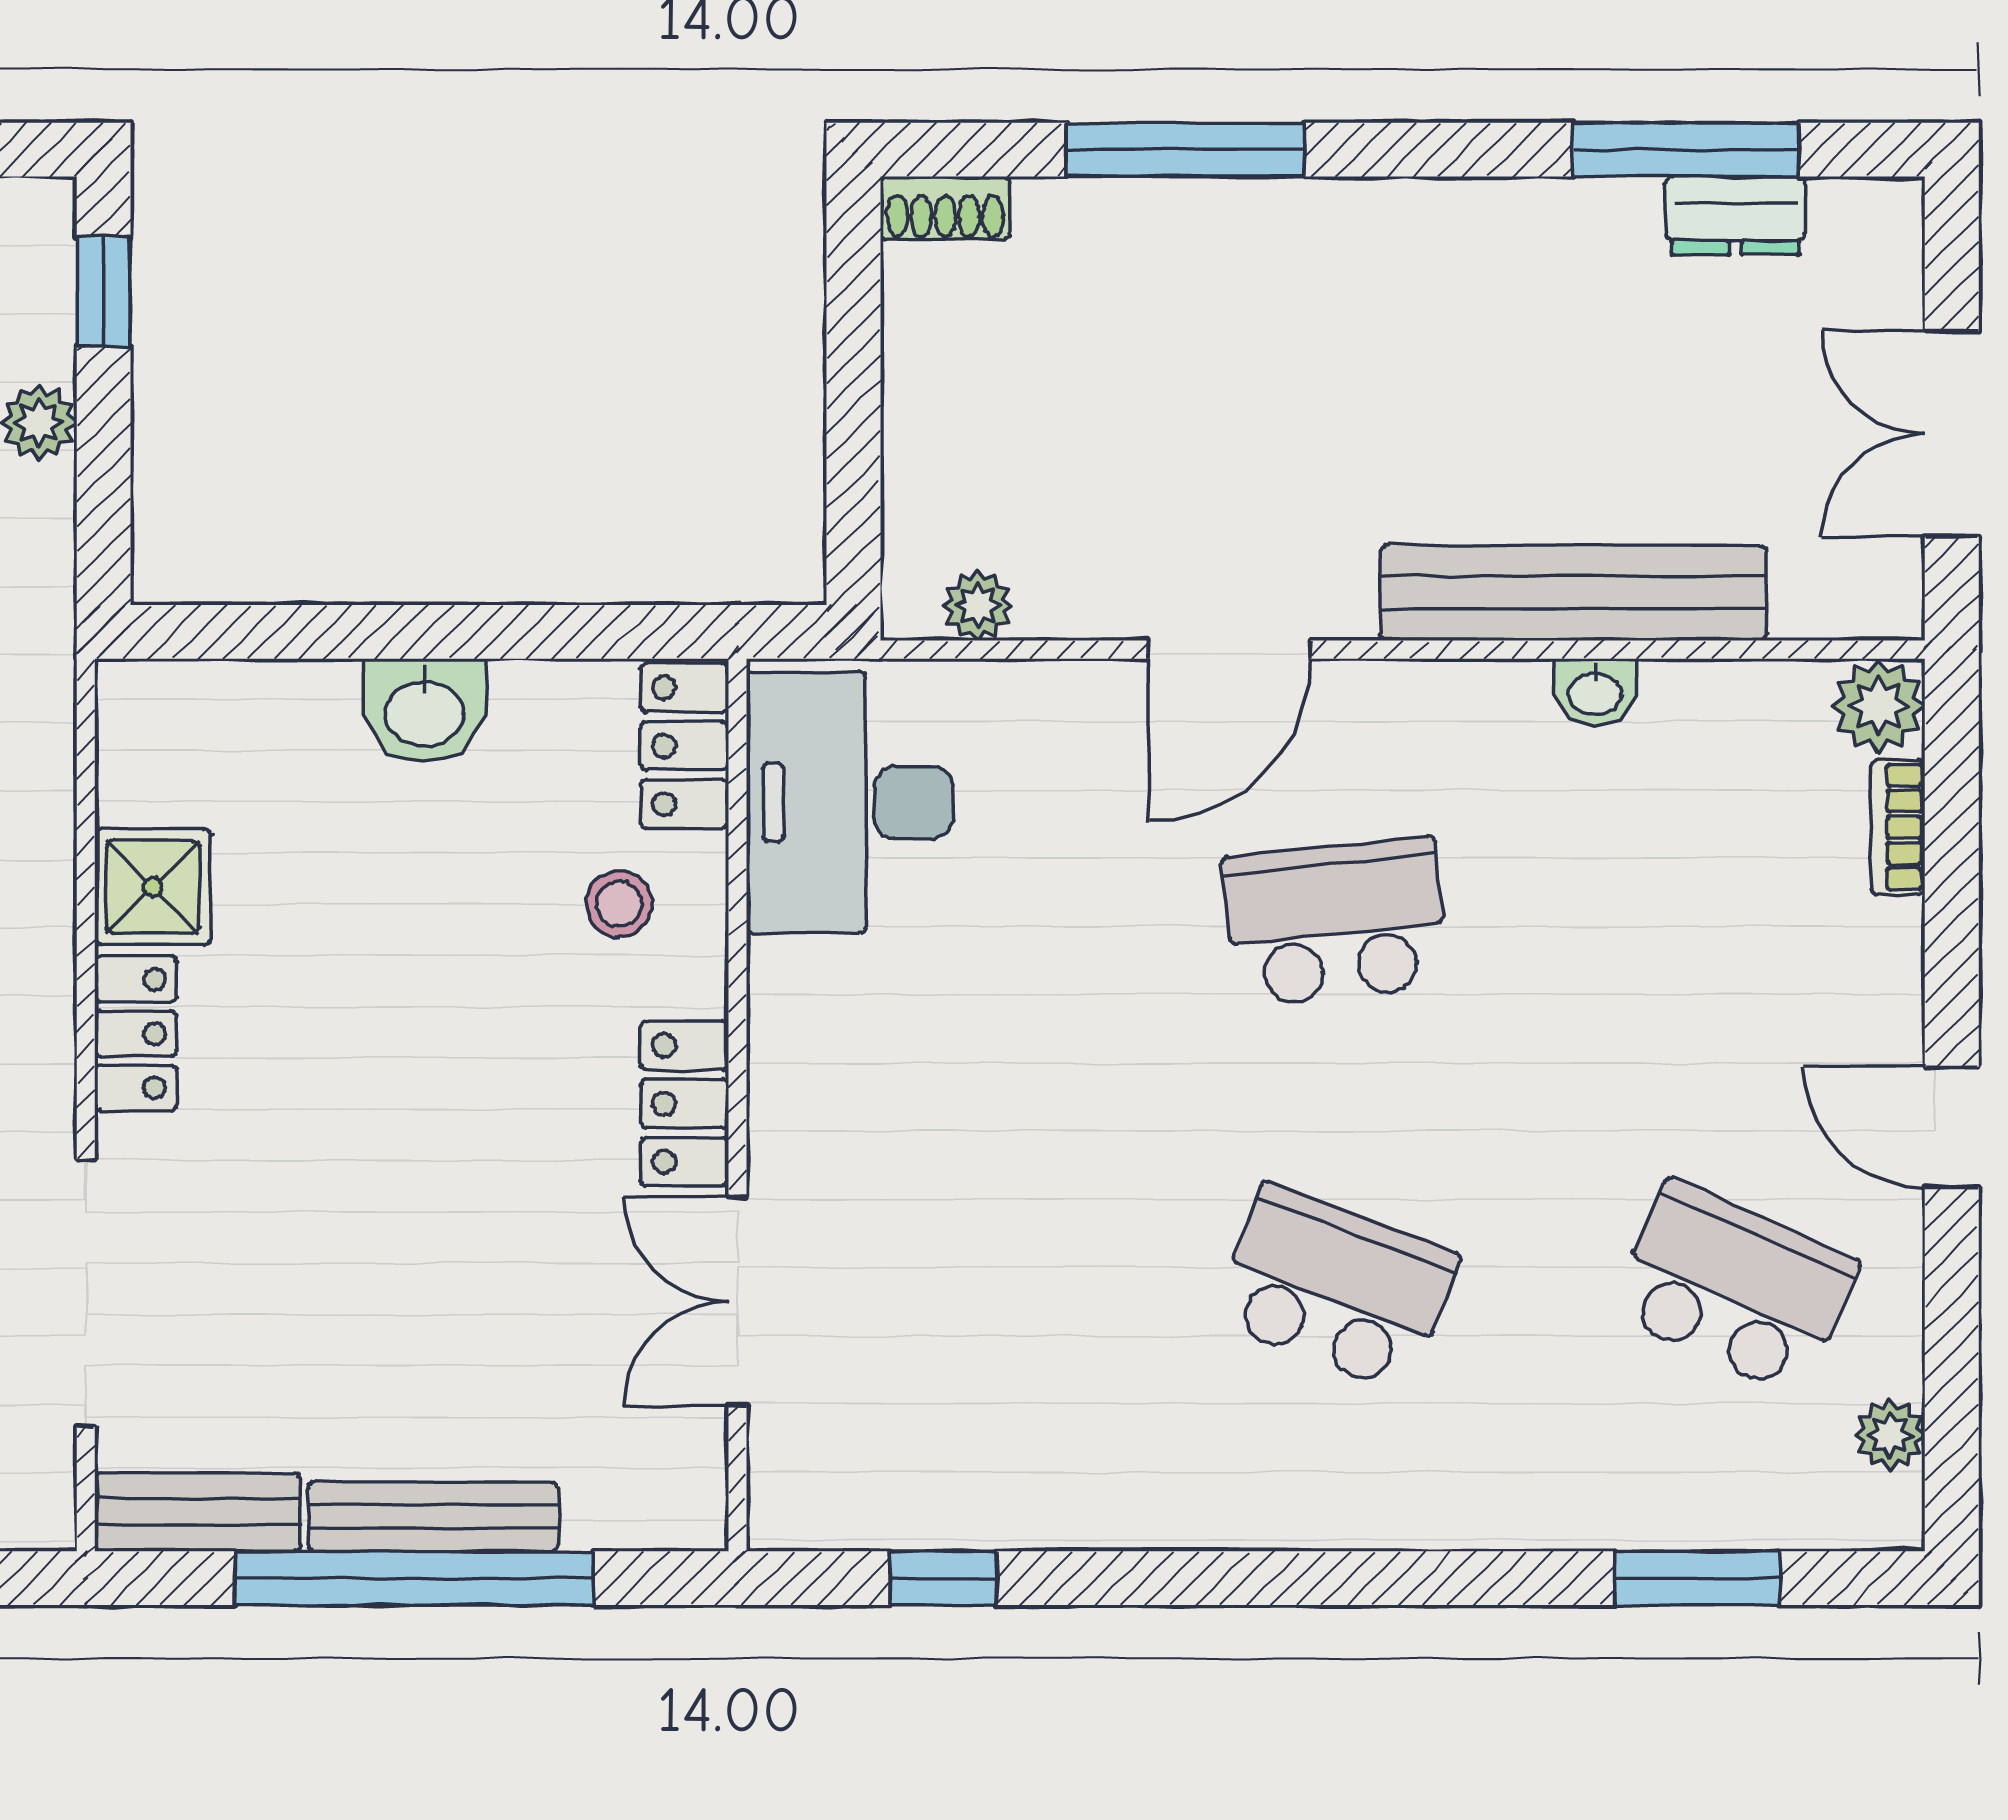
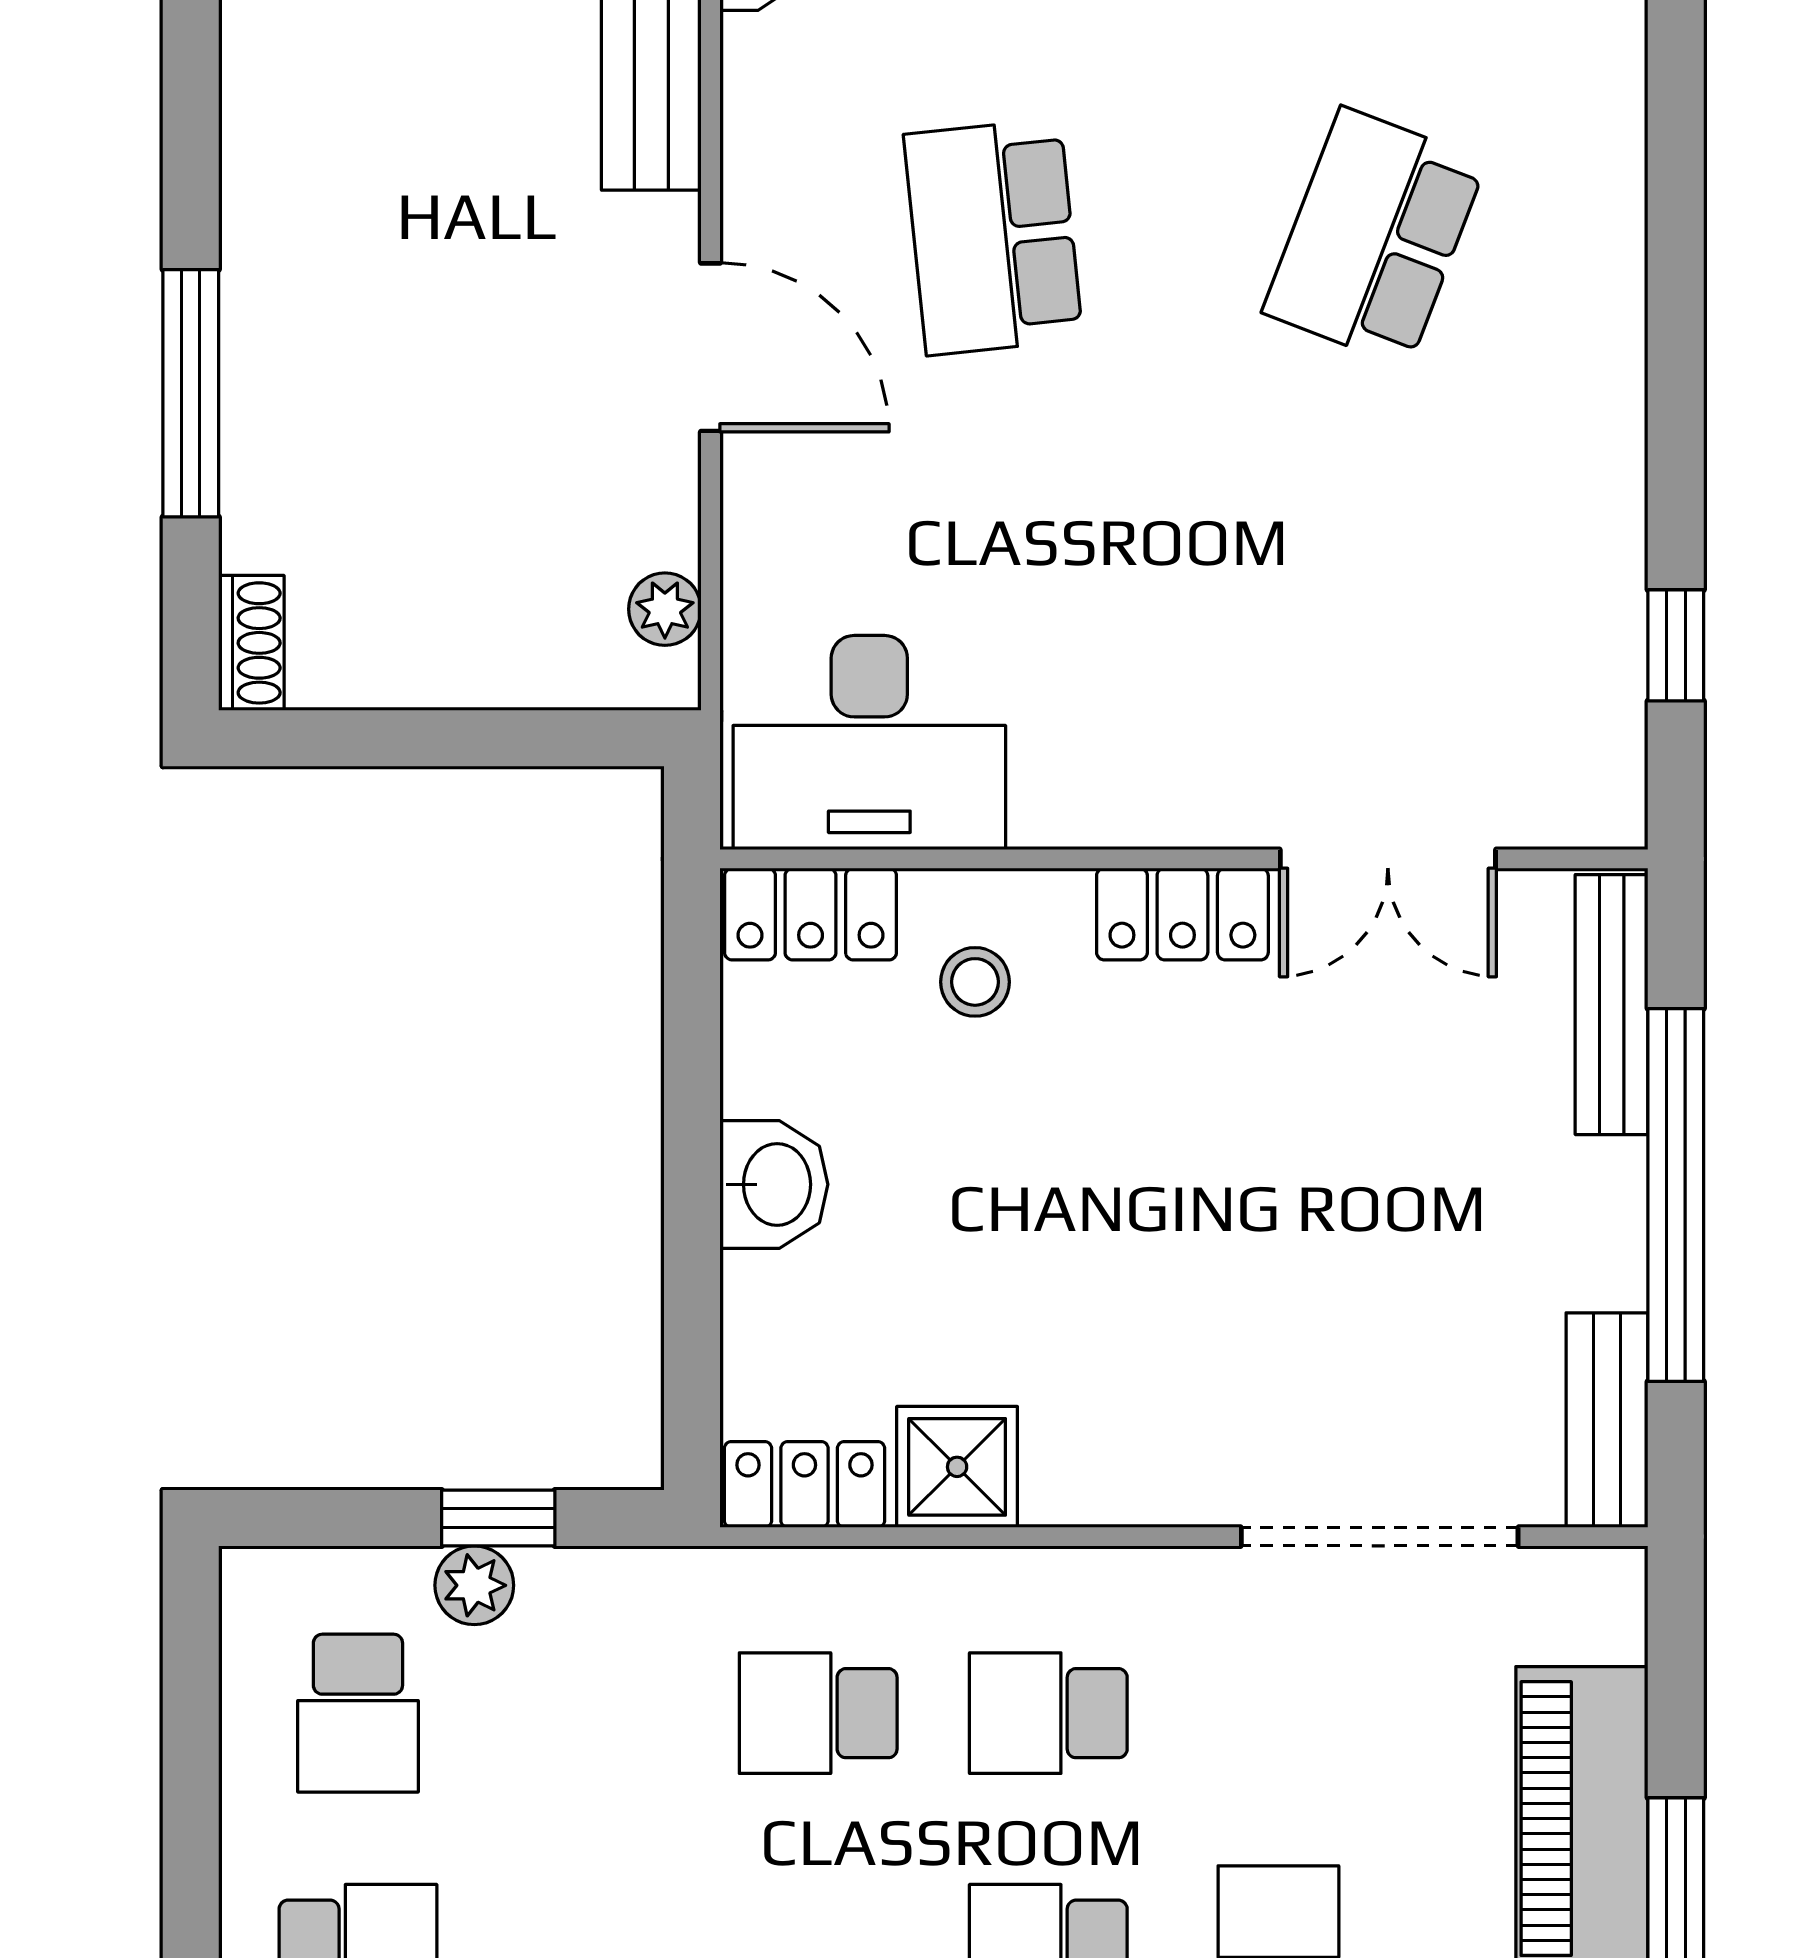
window: (104, 291) -> (498, 1518), moved
locker: (136, 1034) -> (804, 1484), moved
bench: (433, 1516) -> (1612, 1005), moved

